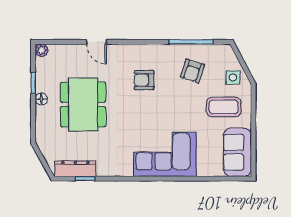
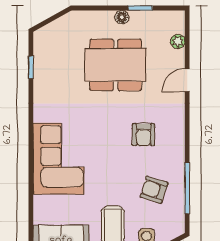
plant: (42, 50) -> (178, 41), moved
armchair: (144, 80) -> (143, 135), turned 180
dresser: (75, 169) -> (42, 56), removed

